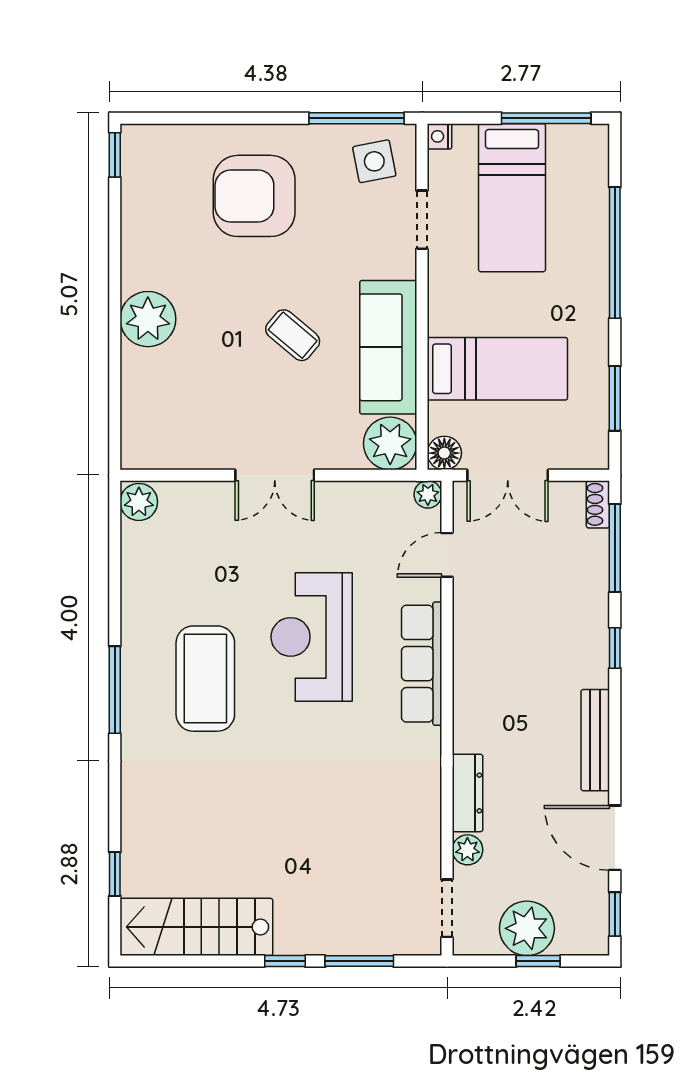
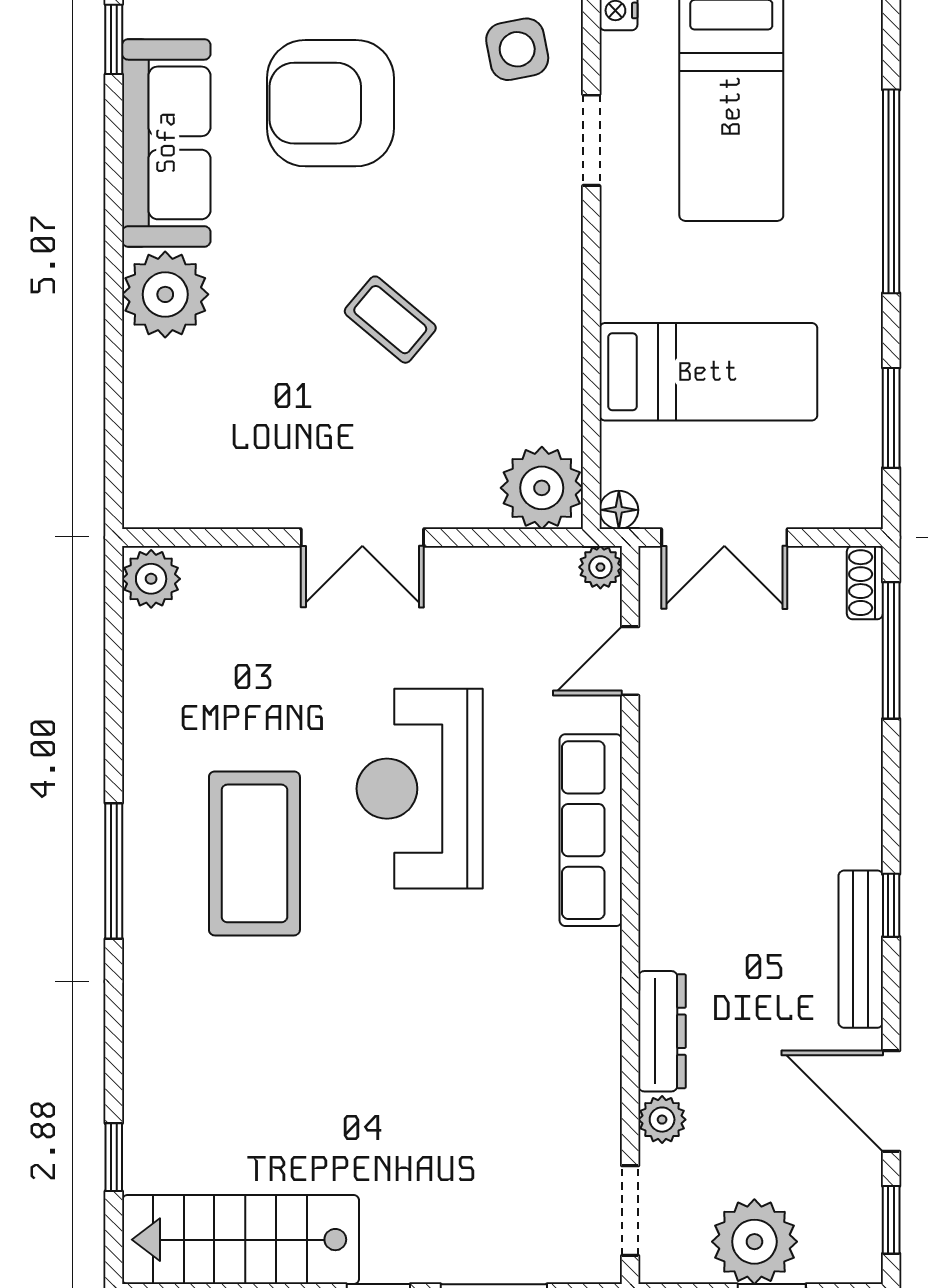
sofa: (388, 347) -> (166, 143), moved, turned 180
floor lamp: (444, 453) -> (619, 510), width x0.73, depth x0.73
window: (615, 648) -> (891, 905), moved

